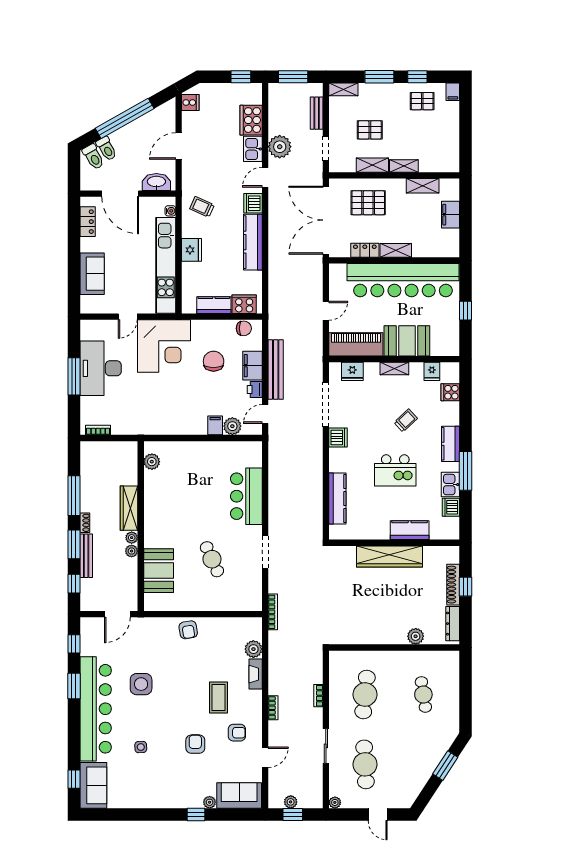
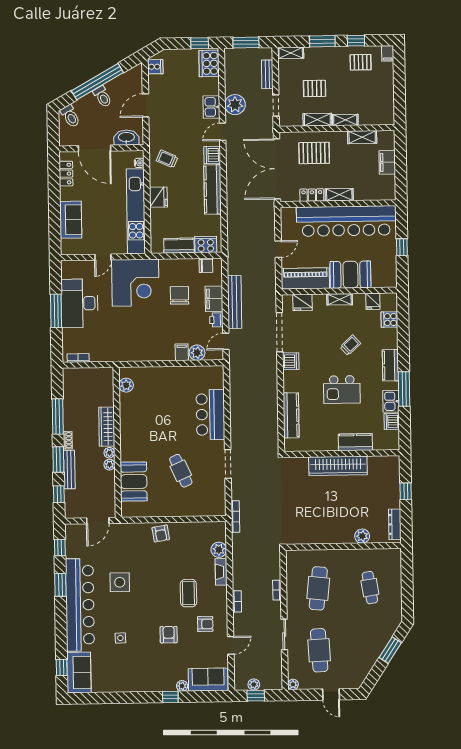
cooker: (251, 120) -> (209, 63), moved
toilet: (107, 149) -> (102, 97), moved
shoe rack: (453, 585) -> (395, 490), removed

